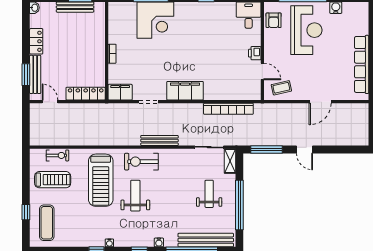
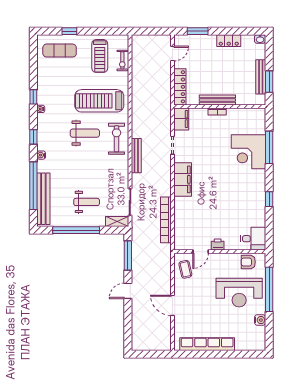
bench: (35, 74) -> (217, 100), moved

